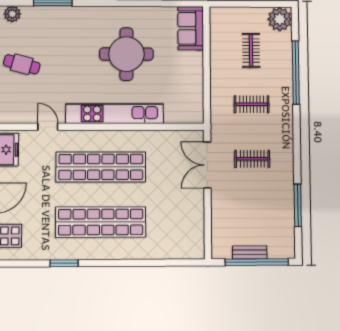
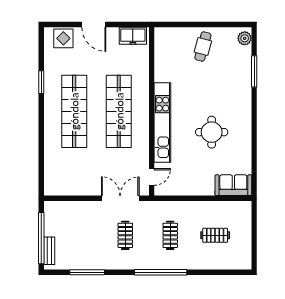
plant: (280, 19) -> (241, 260), removed
round table: (126, 54) -> (212, 132), width x0.73, depth x0.73
window: (296, 73) -> (161, 272), moved
door: (48, 127) -> (152, 177), moved
bench: (250, 252) -> (49, 251), moved

